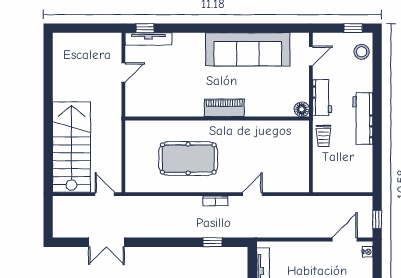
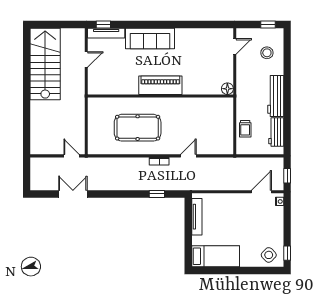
sofa: (248, 49) -> (150, 38), moved, width x0.74, depth x0.79
stool: (362, 52) -> (267, 53), moved
workbench: (322, 98) -> (276, 132), moved, turned 180
piano: (224, 108) -> (160, 85), width x1.37, depth x1.33
trolley: (323, 136) -> (245, 129), moved
stairs: (71, 147) -> (45, 64), moved
double door: (106, 242) -> (73, 194), swing flipped

